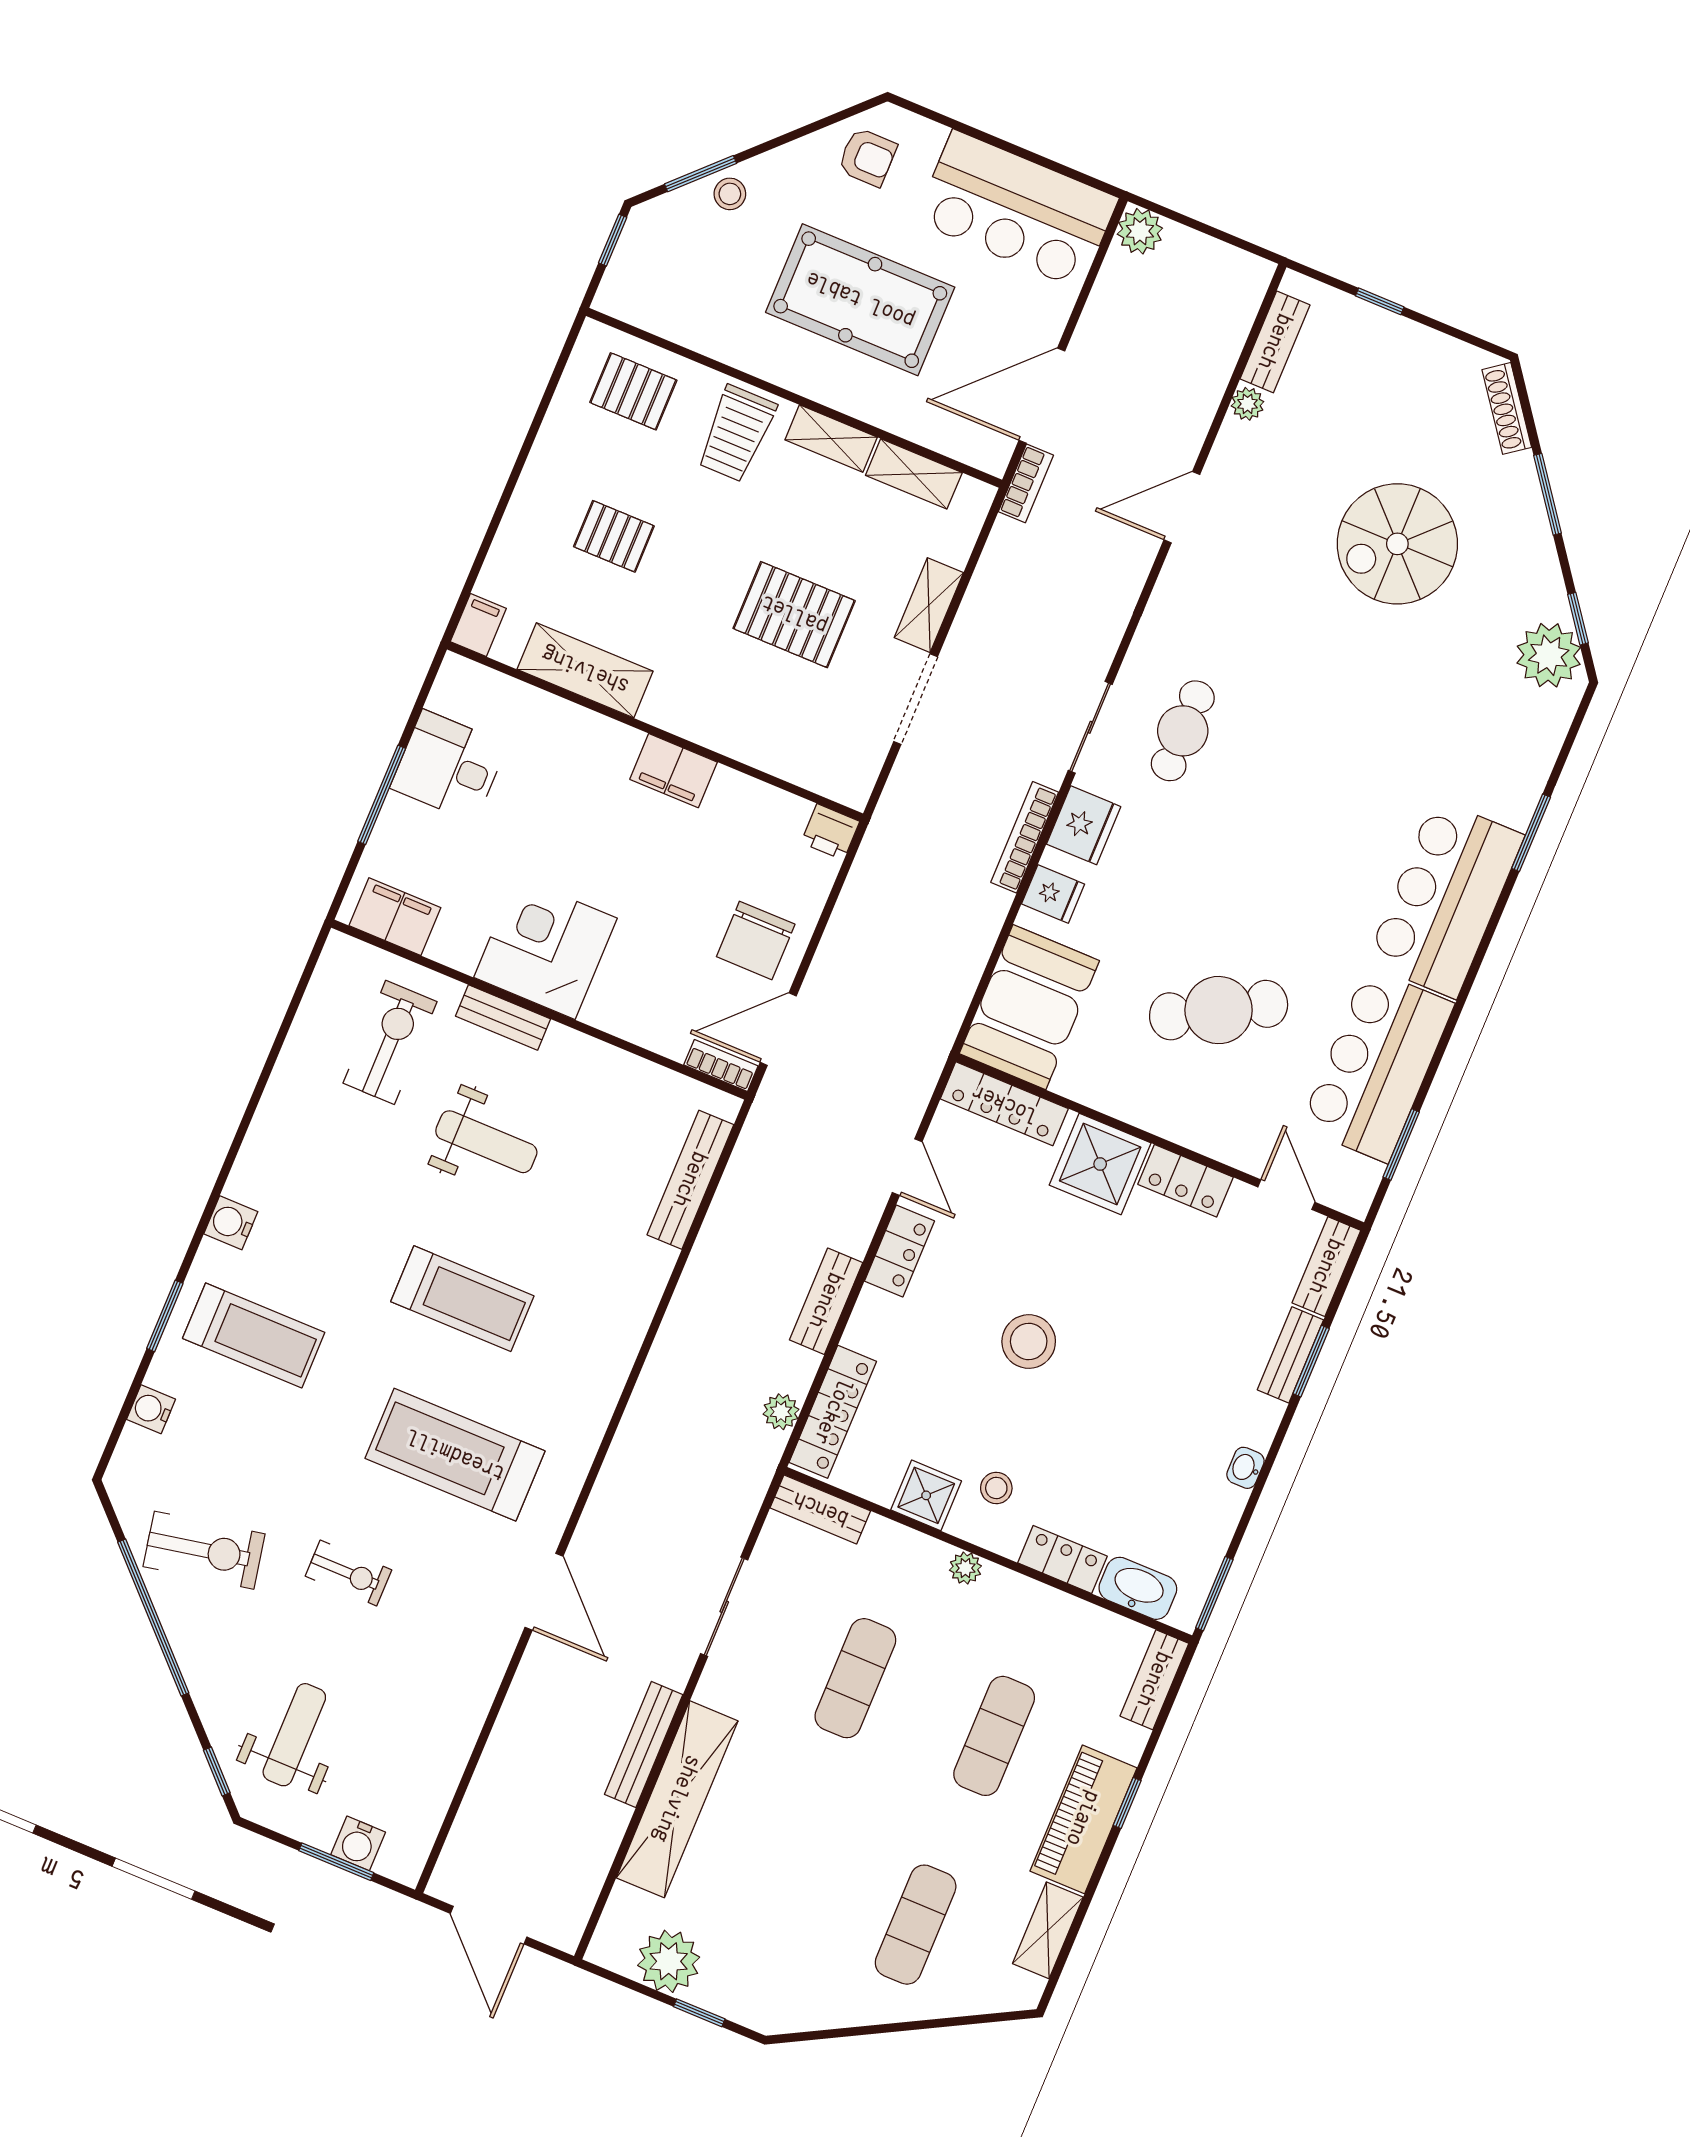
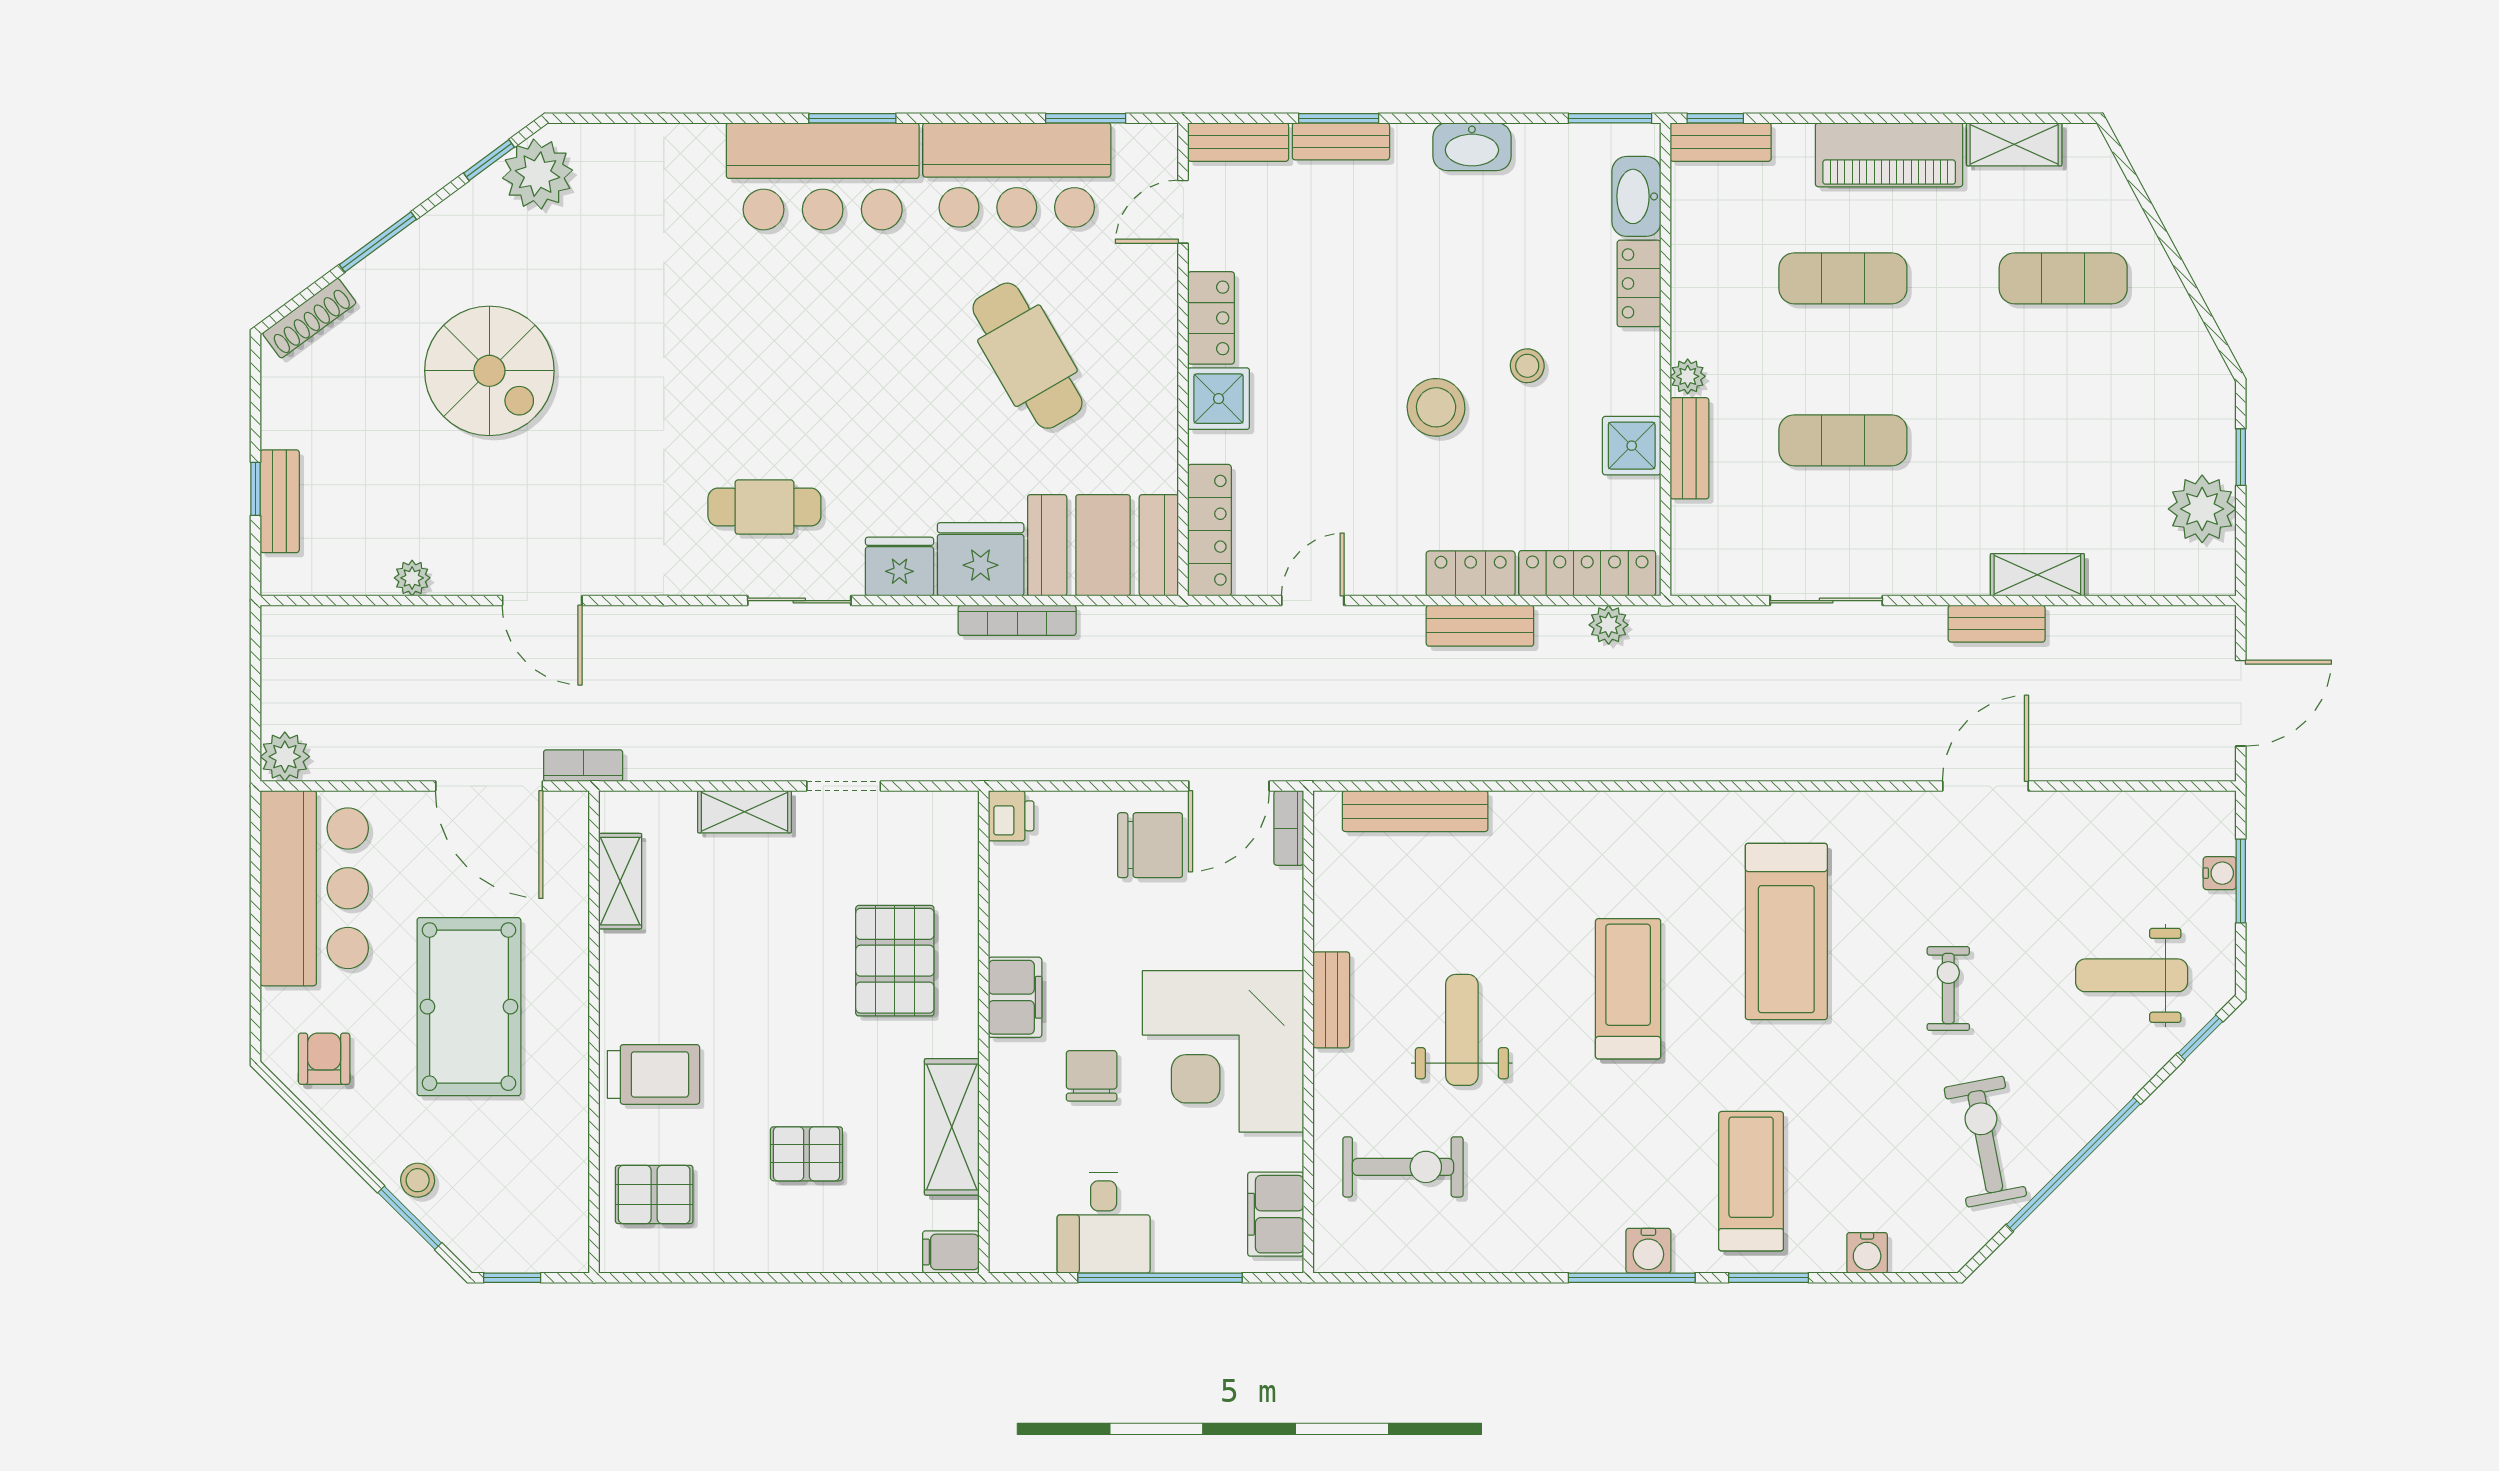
bench: (1275, 342) -> (280, 501), moved, turned 90
pallet: (633, 391) -> (654, 1194), turned 90
shelving: (831, 439) -> (619, 978), removed
pallet: (614, 536) -> (806, 1154), turned 90
pallet: (794, 615) -> (895, 961), moved
doorway: (916, 699) -> (844, 786), width x0.73
window: (382, 795) -> (1160, 1278), width x1.46
chair: (579, 808) -> (1092, 1076), added
window: (1531, 833) -> (852, 118), moved
bookcase: (1025, 837) -> (1017, 620), moved
fridge: (1053, 894) -> (981, 559), width x1.88, depth x1.34
corner desk: (545, 948) -> (1223, 1051), width x1.36, depth x1.36
bench: (503, 1017) -> (1331, 1000), moved
door: (778, 1029) -> (1229, 786), hinge flipped
exercise bike: (390, 1042) -> (1403, 1167), turned 180
shower: (1100, 1164) -> (1219, 399), width x0.73, depth x0.73
window: (214, 1199) -> (1632, 1278), added
locker: (899, 1251) -> (1471, 573), moved
washbasin: (1245, 1468) -> (1472, 147), width x1.91, depth x1.45
stool: (996, 1488) -> (1527, 366), moved
bench: (820, 1509) -> (1689, 448), moved
door: (544, 1592) -> (1985, 786), moved
bench: (644, 1744) -> (1997, 624), width x0.73
shelving: (677, 1799) -> (2037, 575), width x0.45, depth x0.75
window: (1127, 1803) -> (1715, 118), moved
water cooler: (358, 1843) -> (2220, 873), width x0.72, depth x0.72

